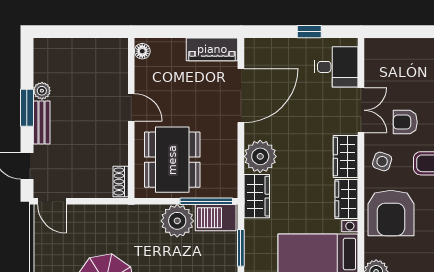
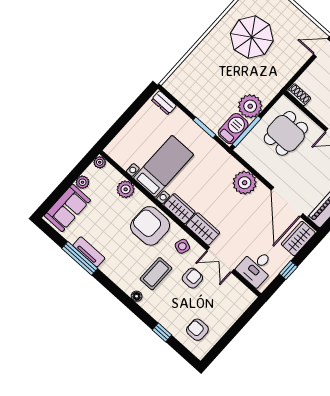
dining table: (172, 160) -> (286, 133), width x0.73
wardrobe: (257, 196) -> (298, 239), moved, turned 90

